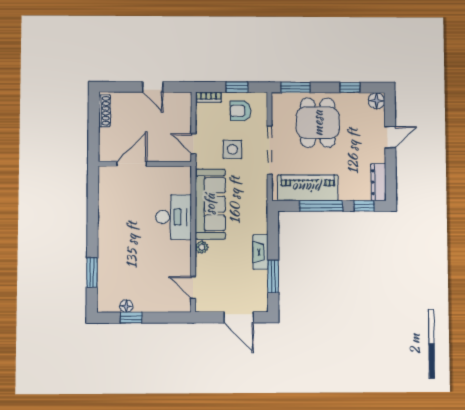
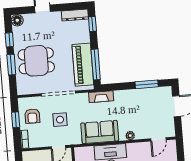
window: (295, 87) -> (11, 65), moved
sofa: (210, 204) -> (100, 132), width x0.73
window: (321, 206) -> (96, 64), moved
fireplace: (261, 252) -> (101, 97), moved

